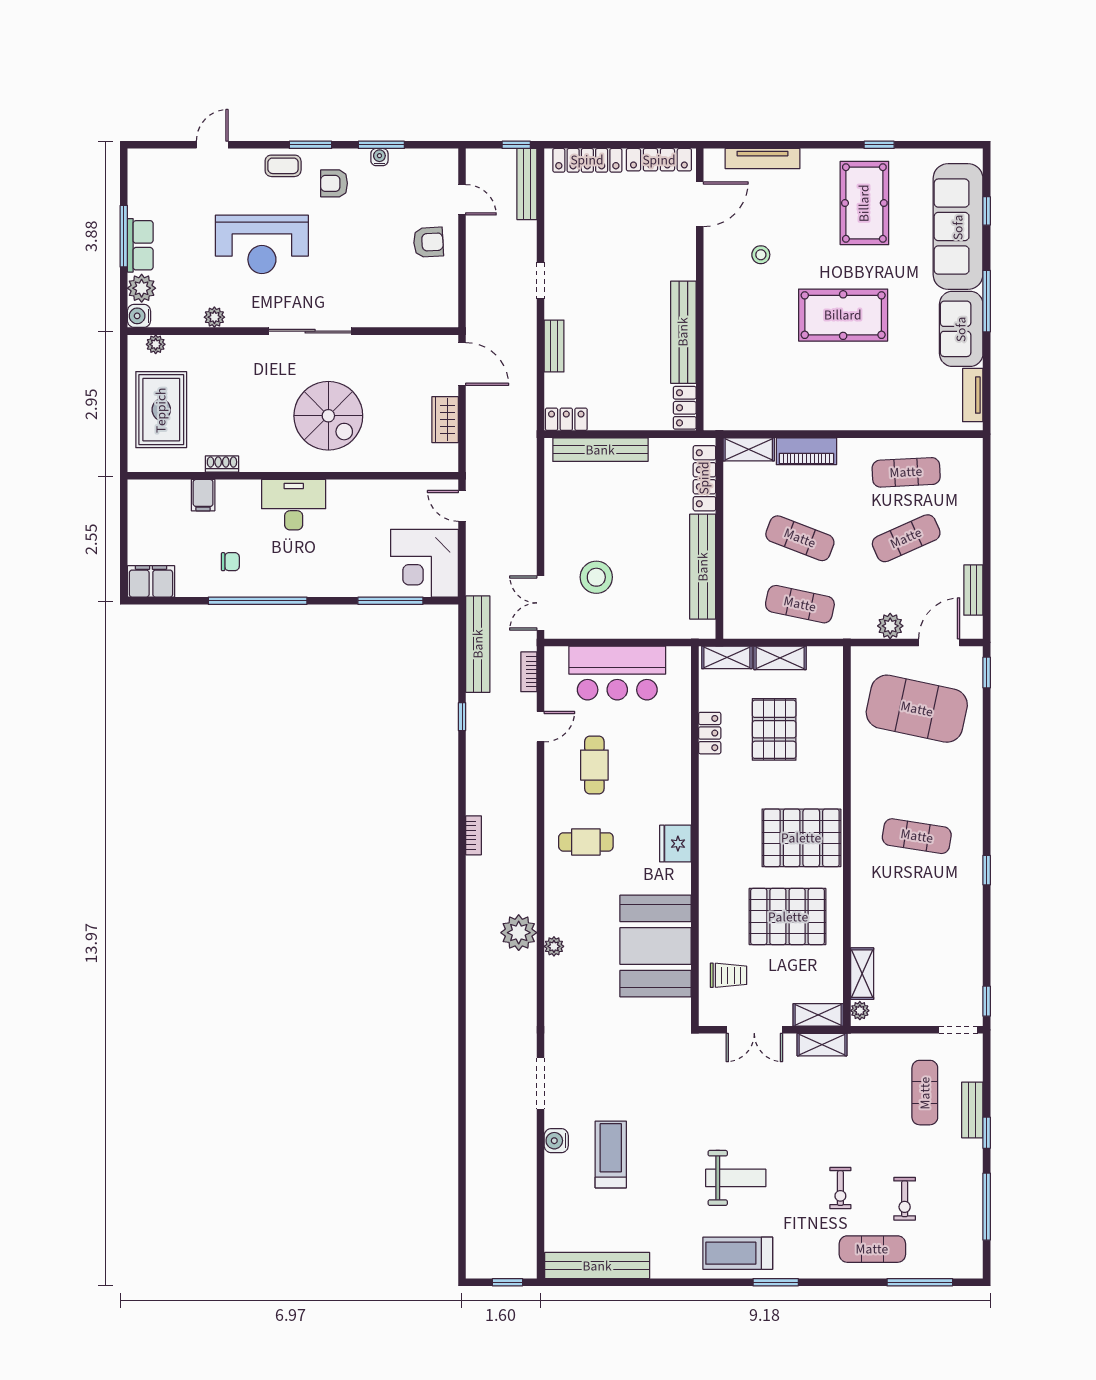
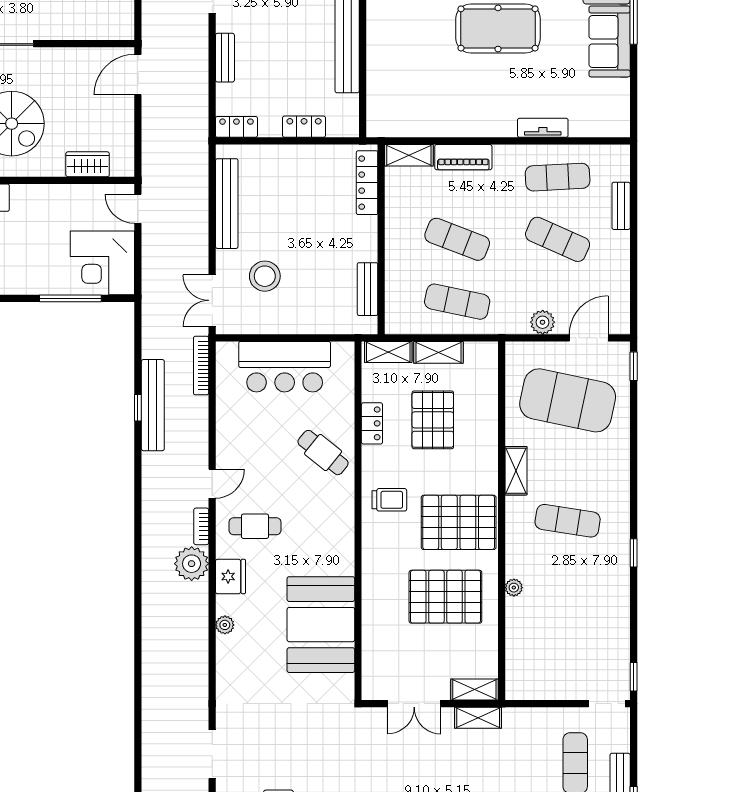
door: (462, 364) -> (138, 75), swing flipped
tv unit: (973, 395) -> (543, 128), moved, turned 90
locker: (685, 408) -> (304, 127), moved, turned 90
wardrobe: (445, 420) -> (88, 164), moved, turned 90
bench: (600, 450) -> (227, 204), moved, turned 90
exercise mat: (906, 538) -> (558, 239), turned 48
bench: (703, 567) -> (368, 289), width x0.54, depth x0.82
bench: (973, 590) -> (621, 206), moved
bench: (478, 644) -> (153, 405), moved
bookcase: (529, 672) -> (201, 366), width x1.56
door: (540, 727) -> (212, 484), moved
cafe table: (594, 765) -> (323, 453), moved, turned -51
bookcase: (473, 835) -> (201, 526), moved, turned 180
fridge: (675, 844) -> (230, 576), moved, turned 180
plant: (519, 933) -> (192, 564), moved
shelving: (862, 974) -> (516, 471), moved
trolley: (729, 975) -> (389, 500), moved
plant: (860, 1011) -> (514, 588), moved

